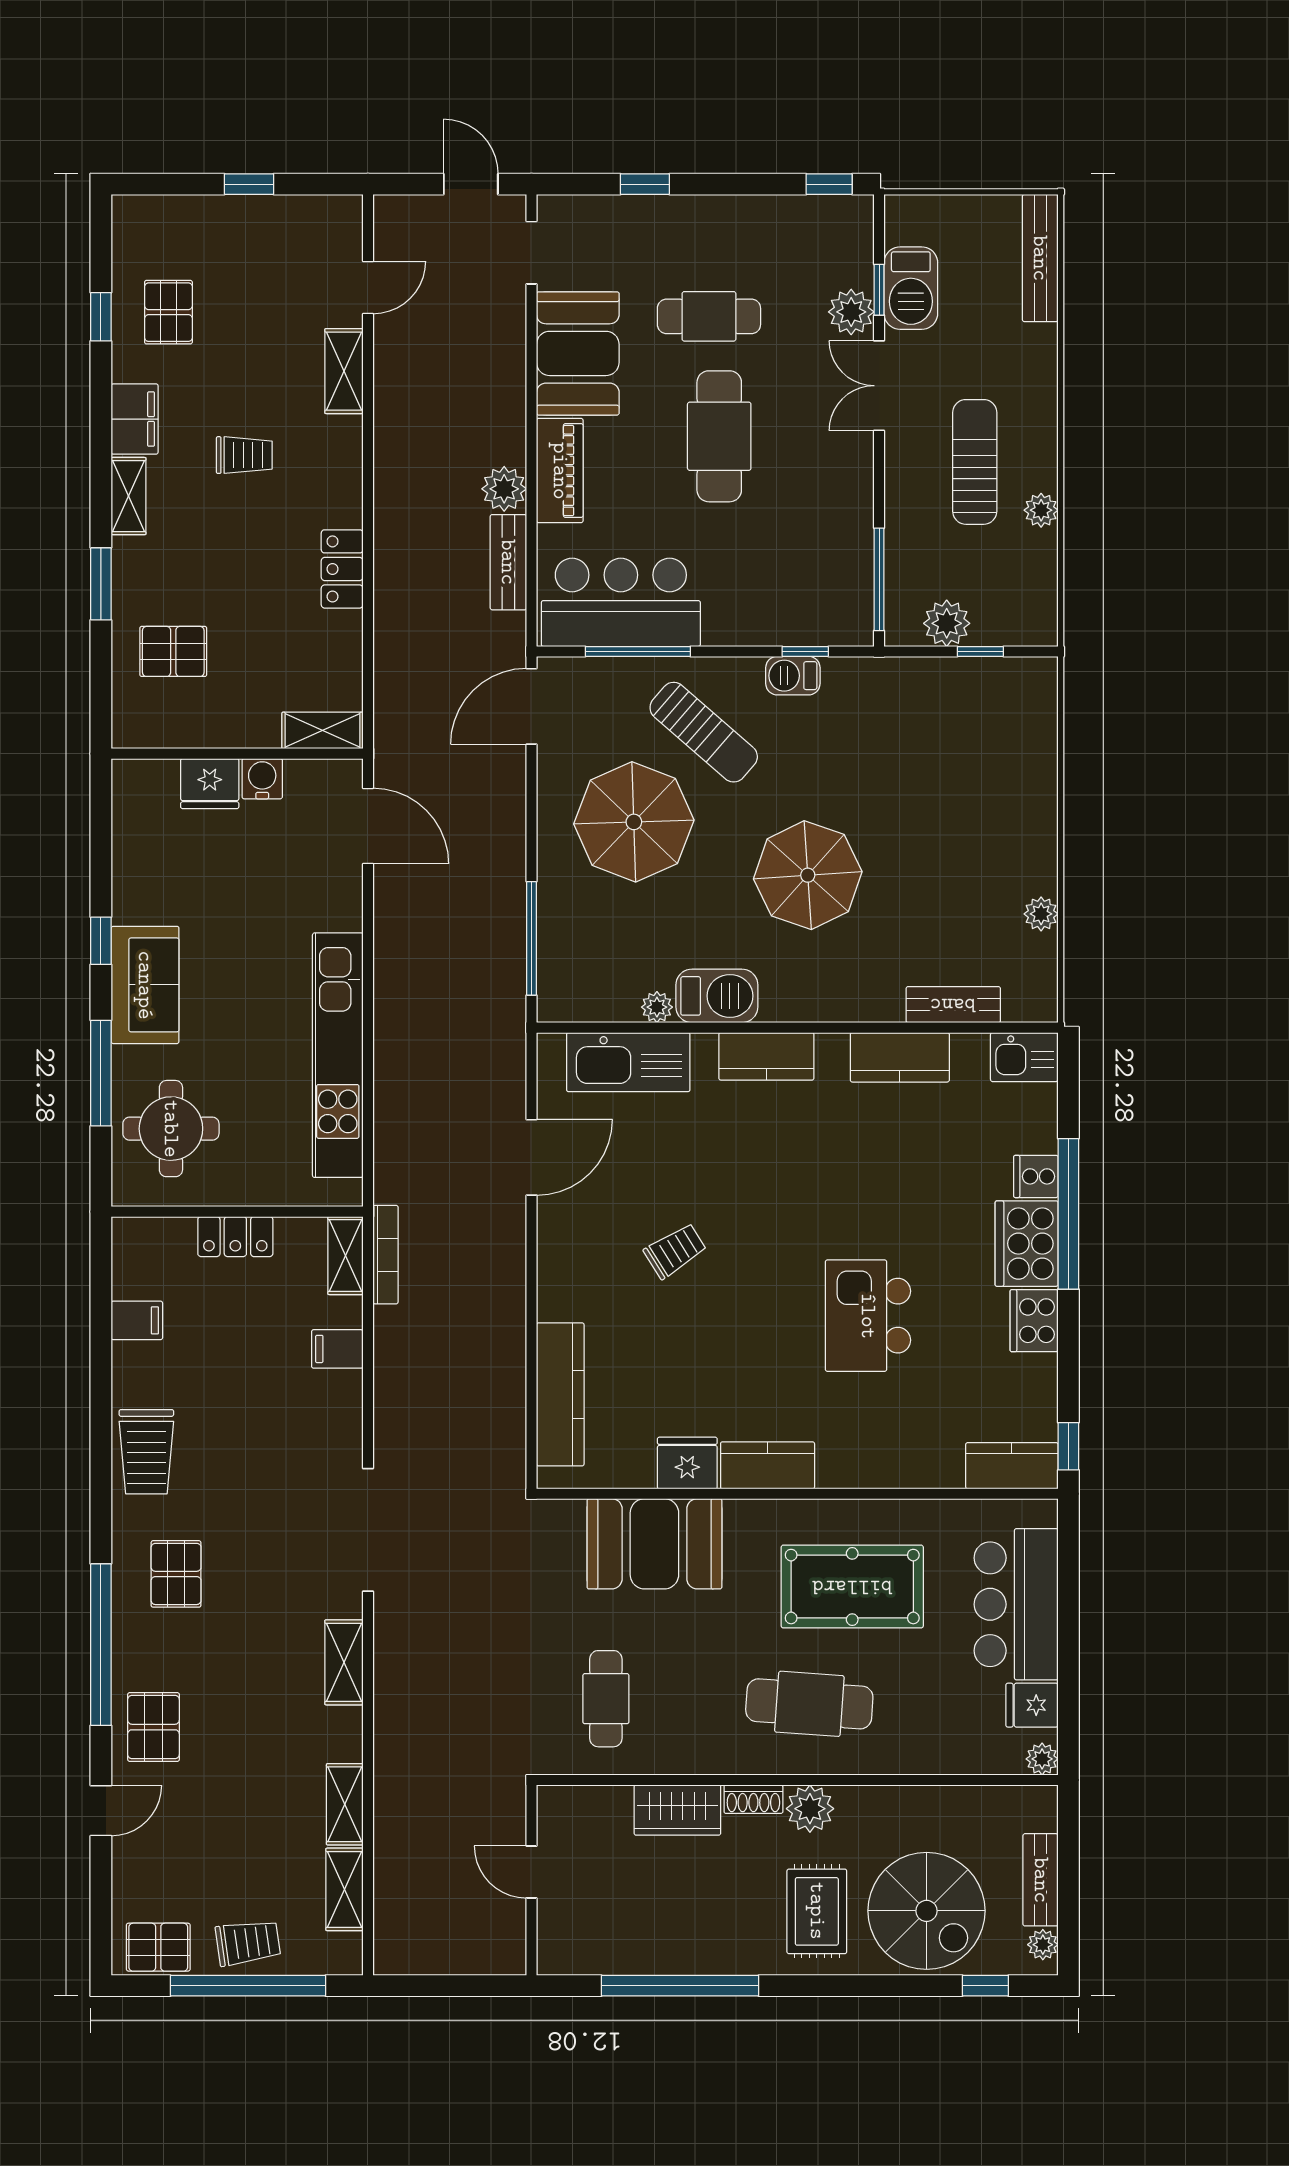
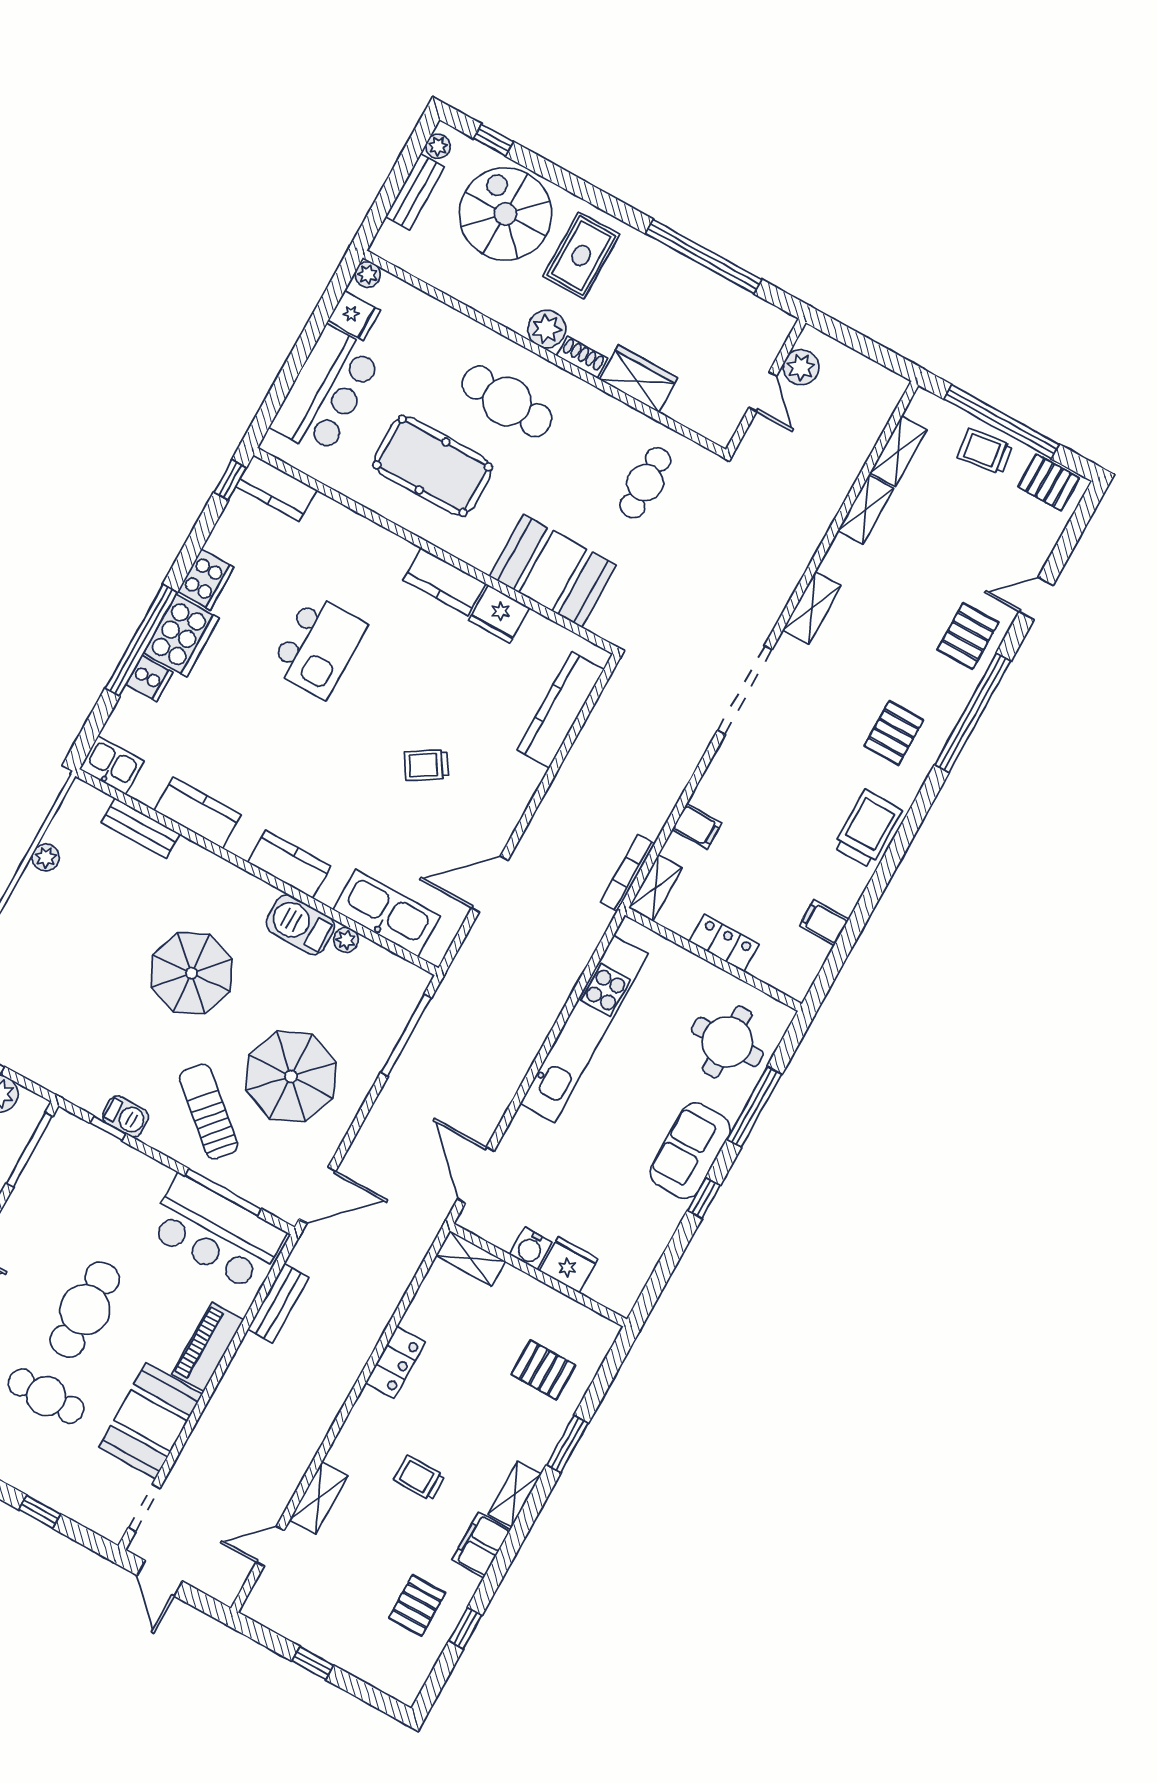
plant: (504, 489) -> (801, 367), moved

